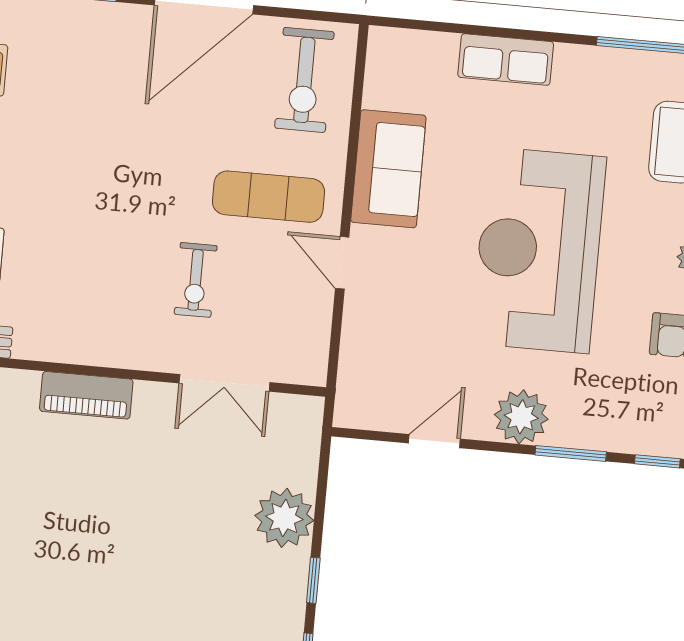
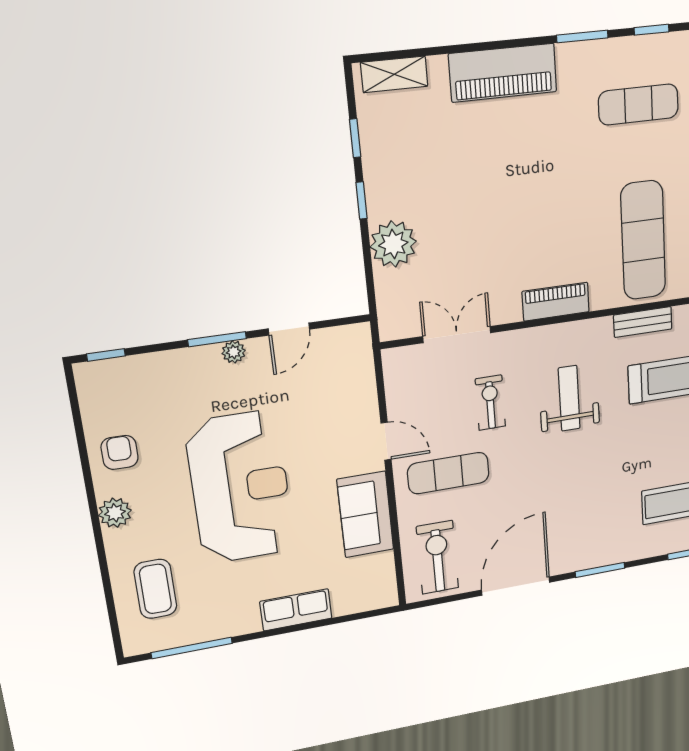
weight bench: (87, 258) -> (569, 398), added
plant: (521, 417) -> (234, 352), width x0.53, depth x0.53
window: (571, 453) -> (217, 339), moved

